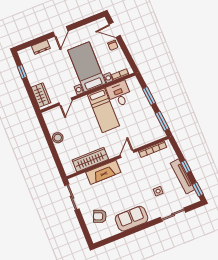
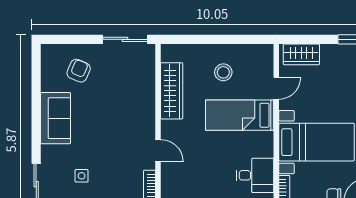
door: (65, 102) -> (276, 88), swing flipped
bed: (103, 110) -> (240, 115), moved
stool: (58, 138) -> (223, 72), moved
fireplace: (103, 172) -> (144, 103), removed

